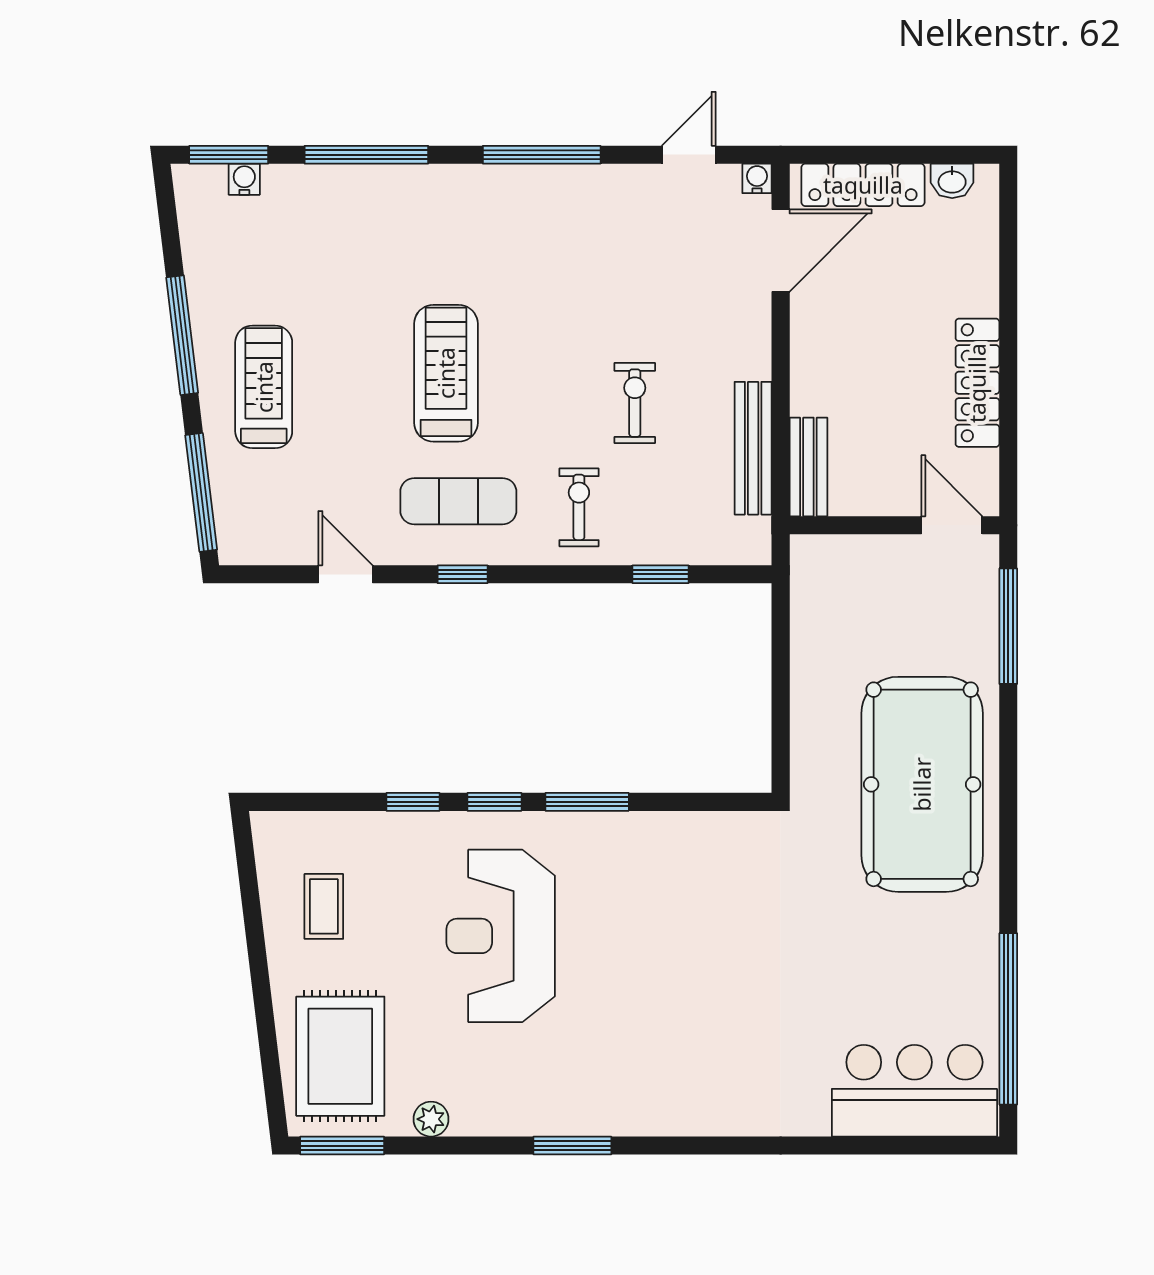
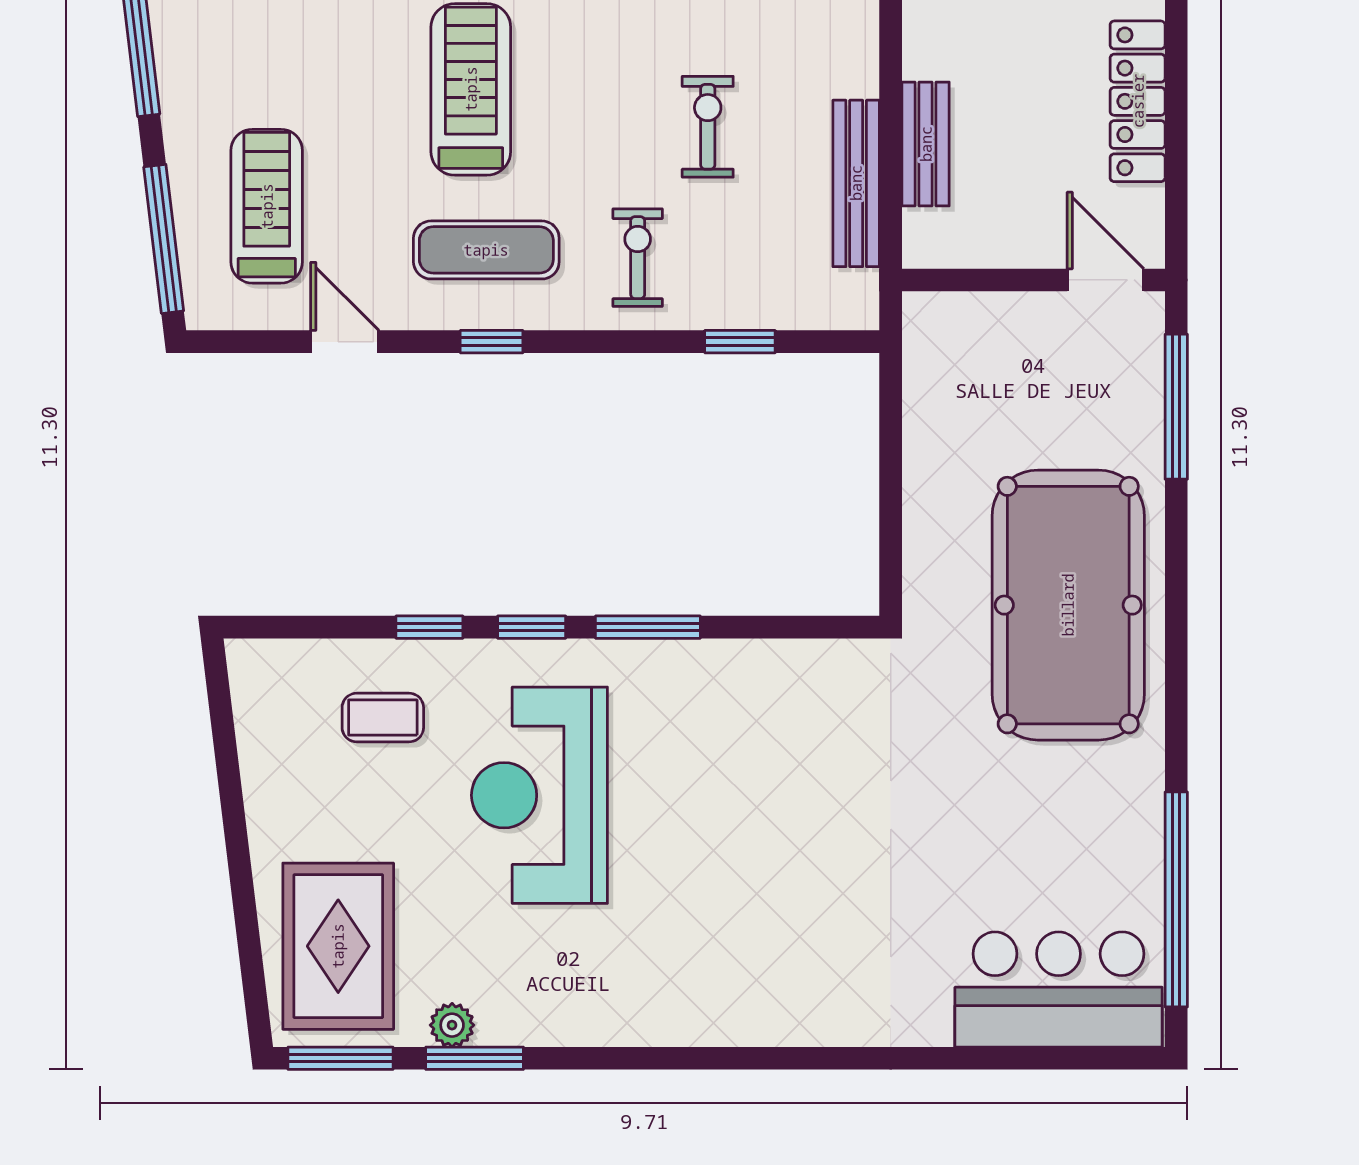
treadmill: (264, 387) -> (267, 206), moved
bench: (808, 467) -> (926, 144), moved
coffee table: (324, 906) -> (383, 718), moved, turned 90
window: (572, 1146) -> (475, 1058), moved

